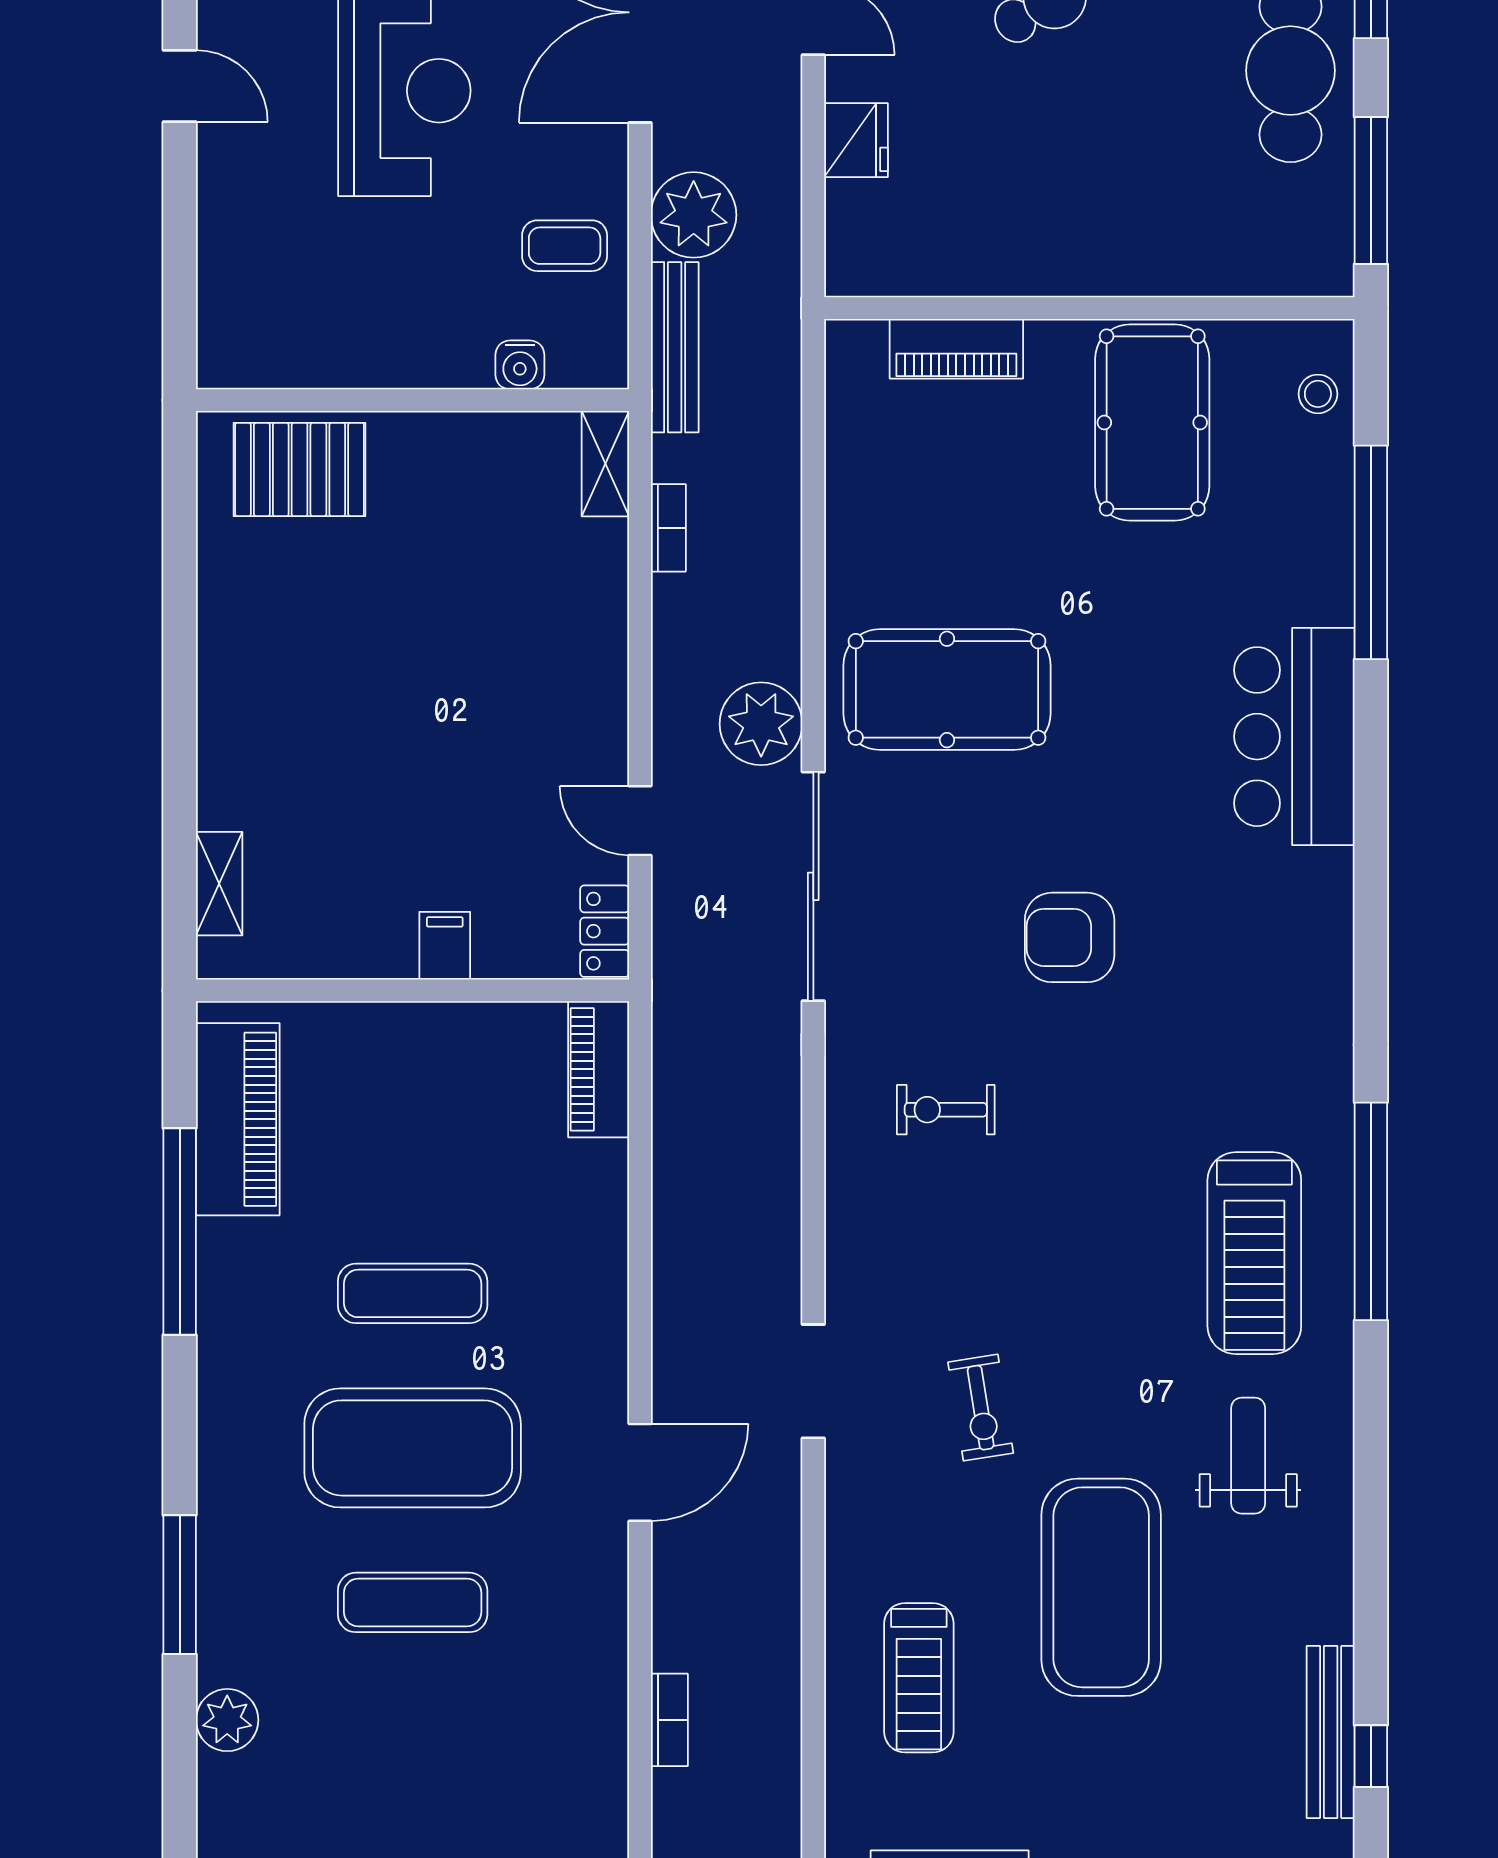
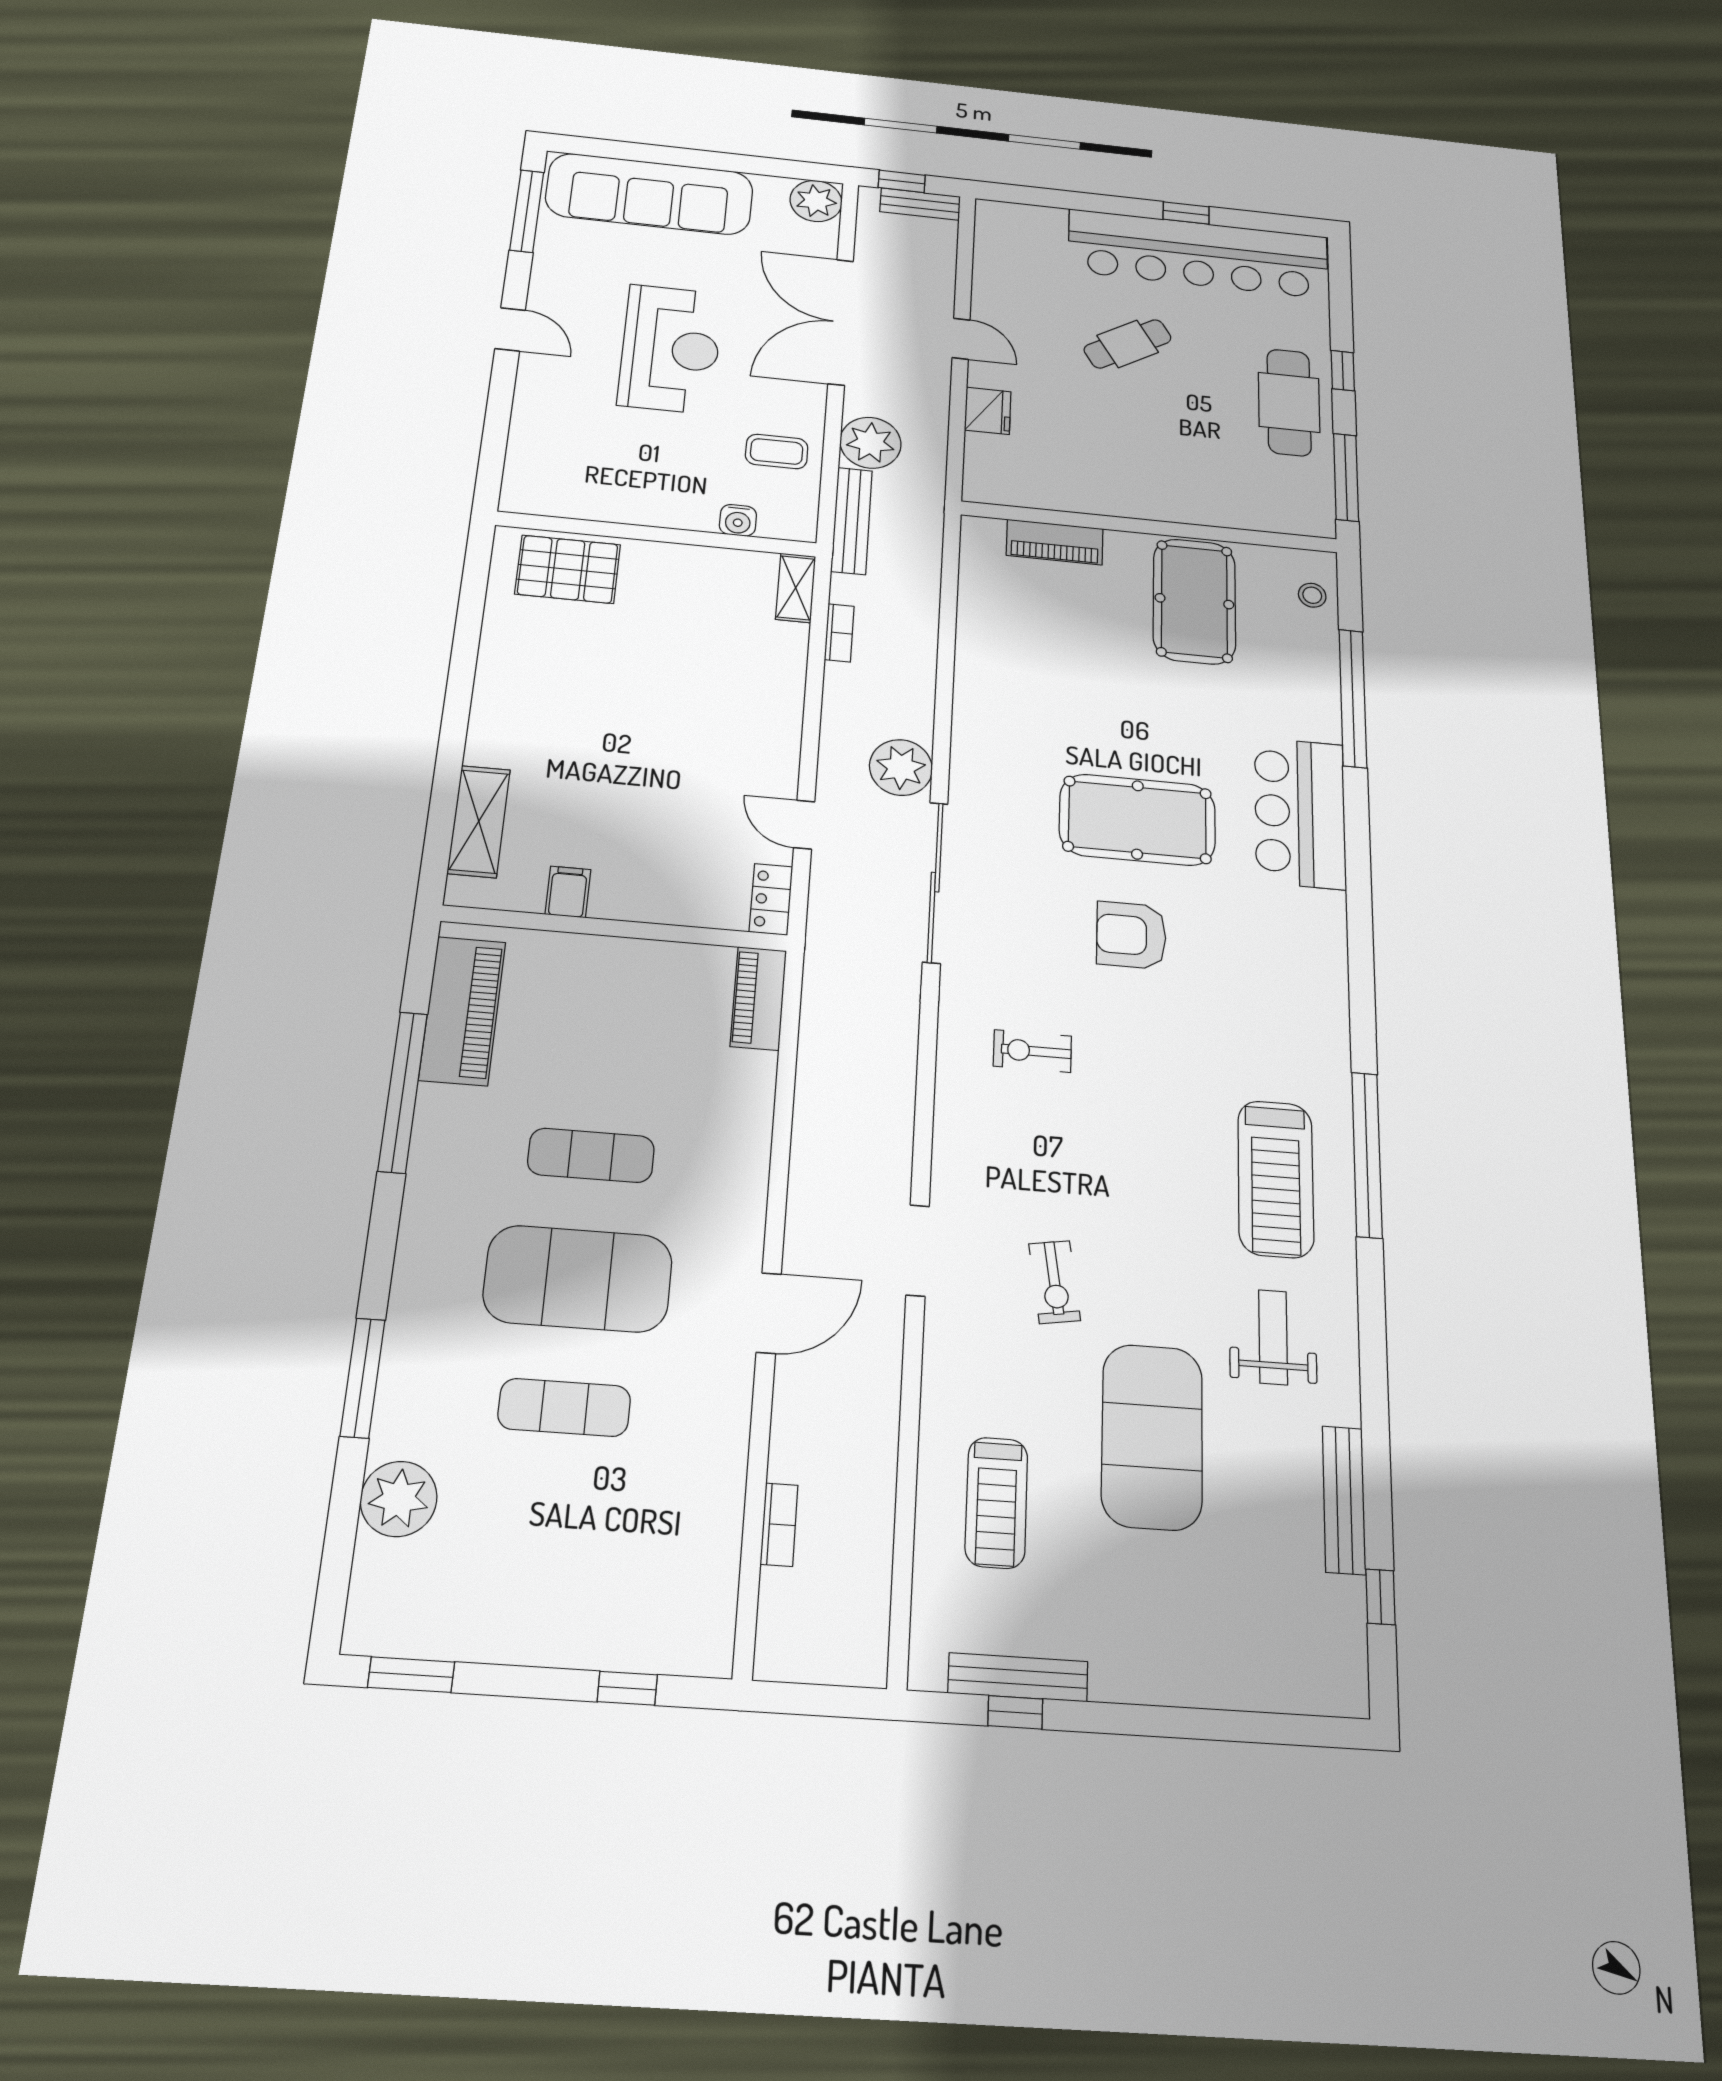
pool table: (947, 689) -> (1137, 820), moved
shelving: (219, 884) -> (479, 821), width x1.50, depth x1.33
filing cabinet: (445, 946) -> (568, 892), moved
plant: (227, 1720) -> (399, 1499), width x1.36, depth x1.36
bench: (1331, 1732) -> (1344, 1500), moved

